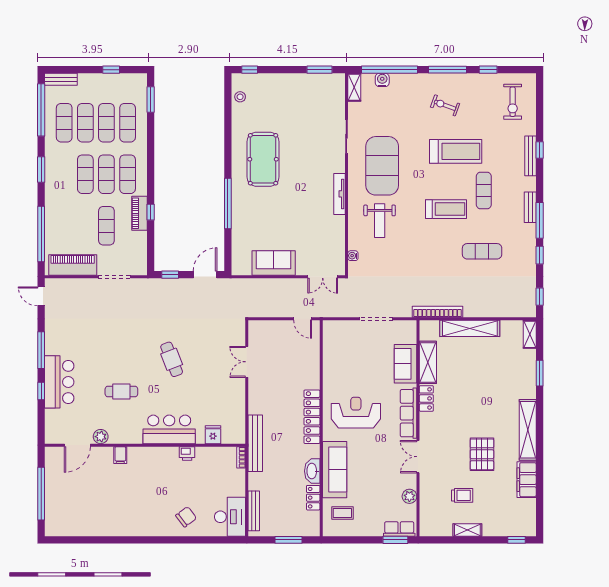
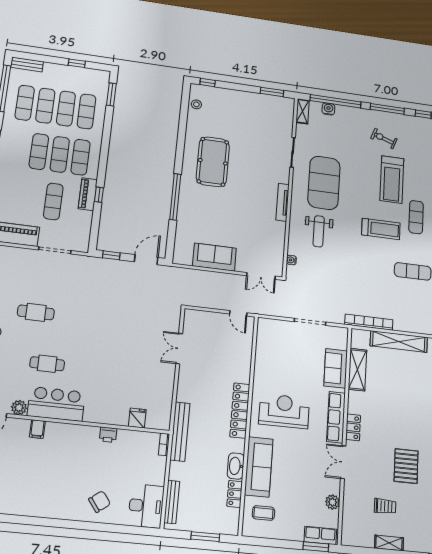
treadmill: (456, 151) -> (392, 179), turned 90
cafe table: (172, 359) -> (36, 312), moved, turned -69
locker: (426, 398) -> (353, 427), moved
bar counter: (169, 429) -> (56, 404), moved

